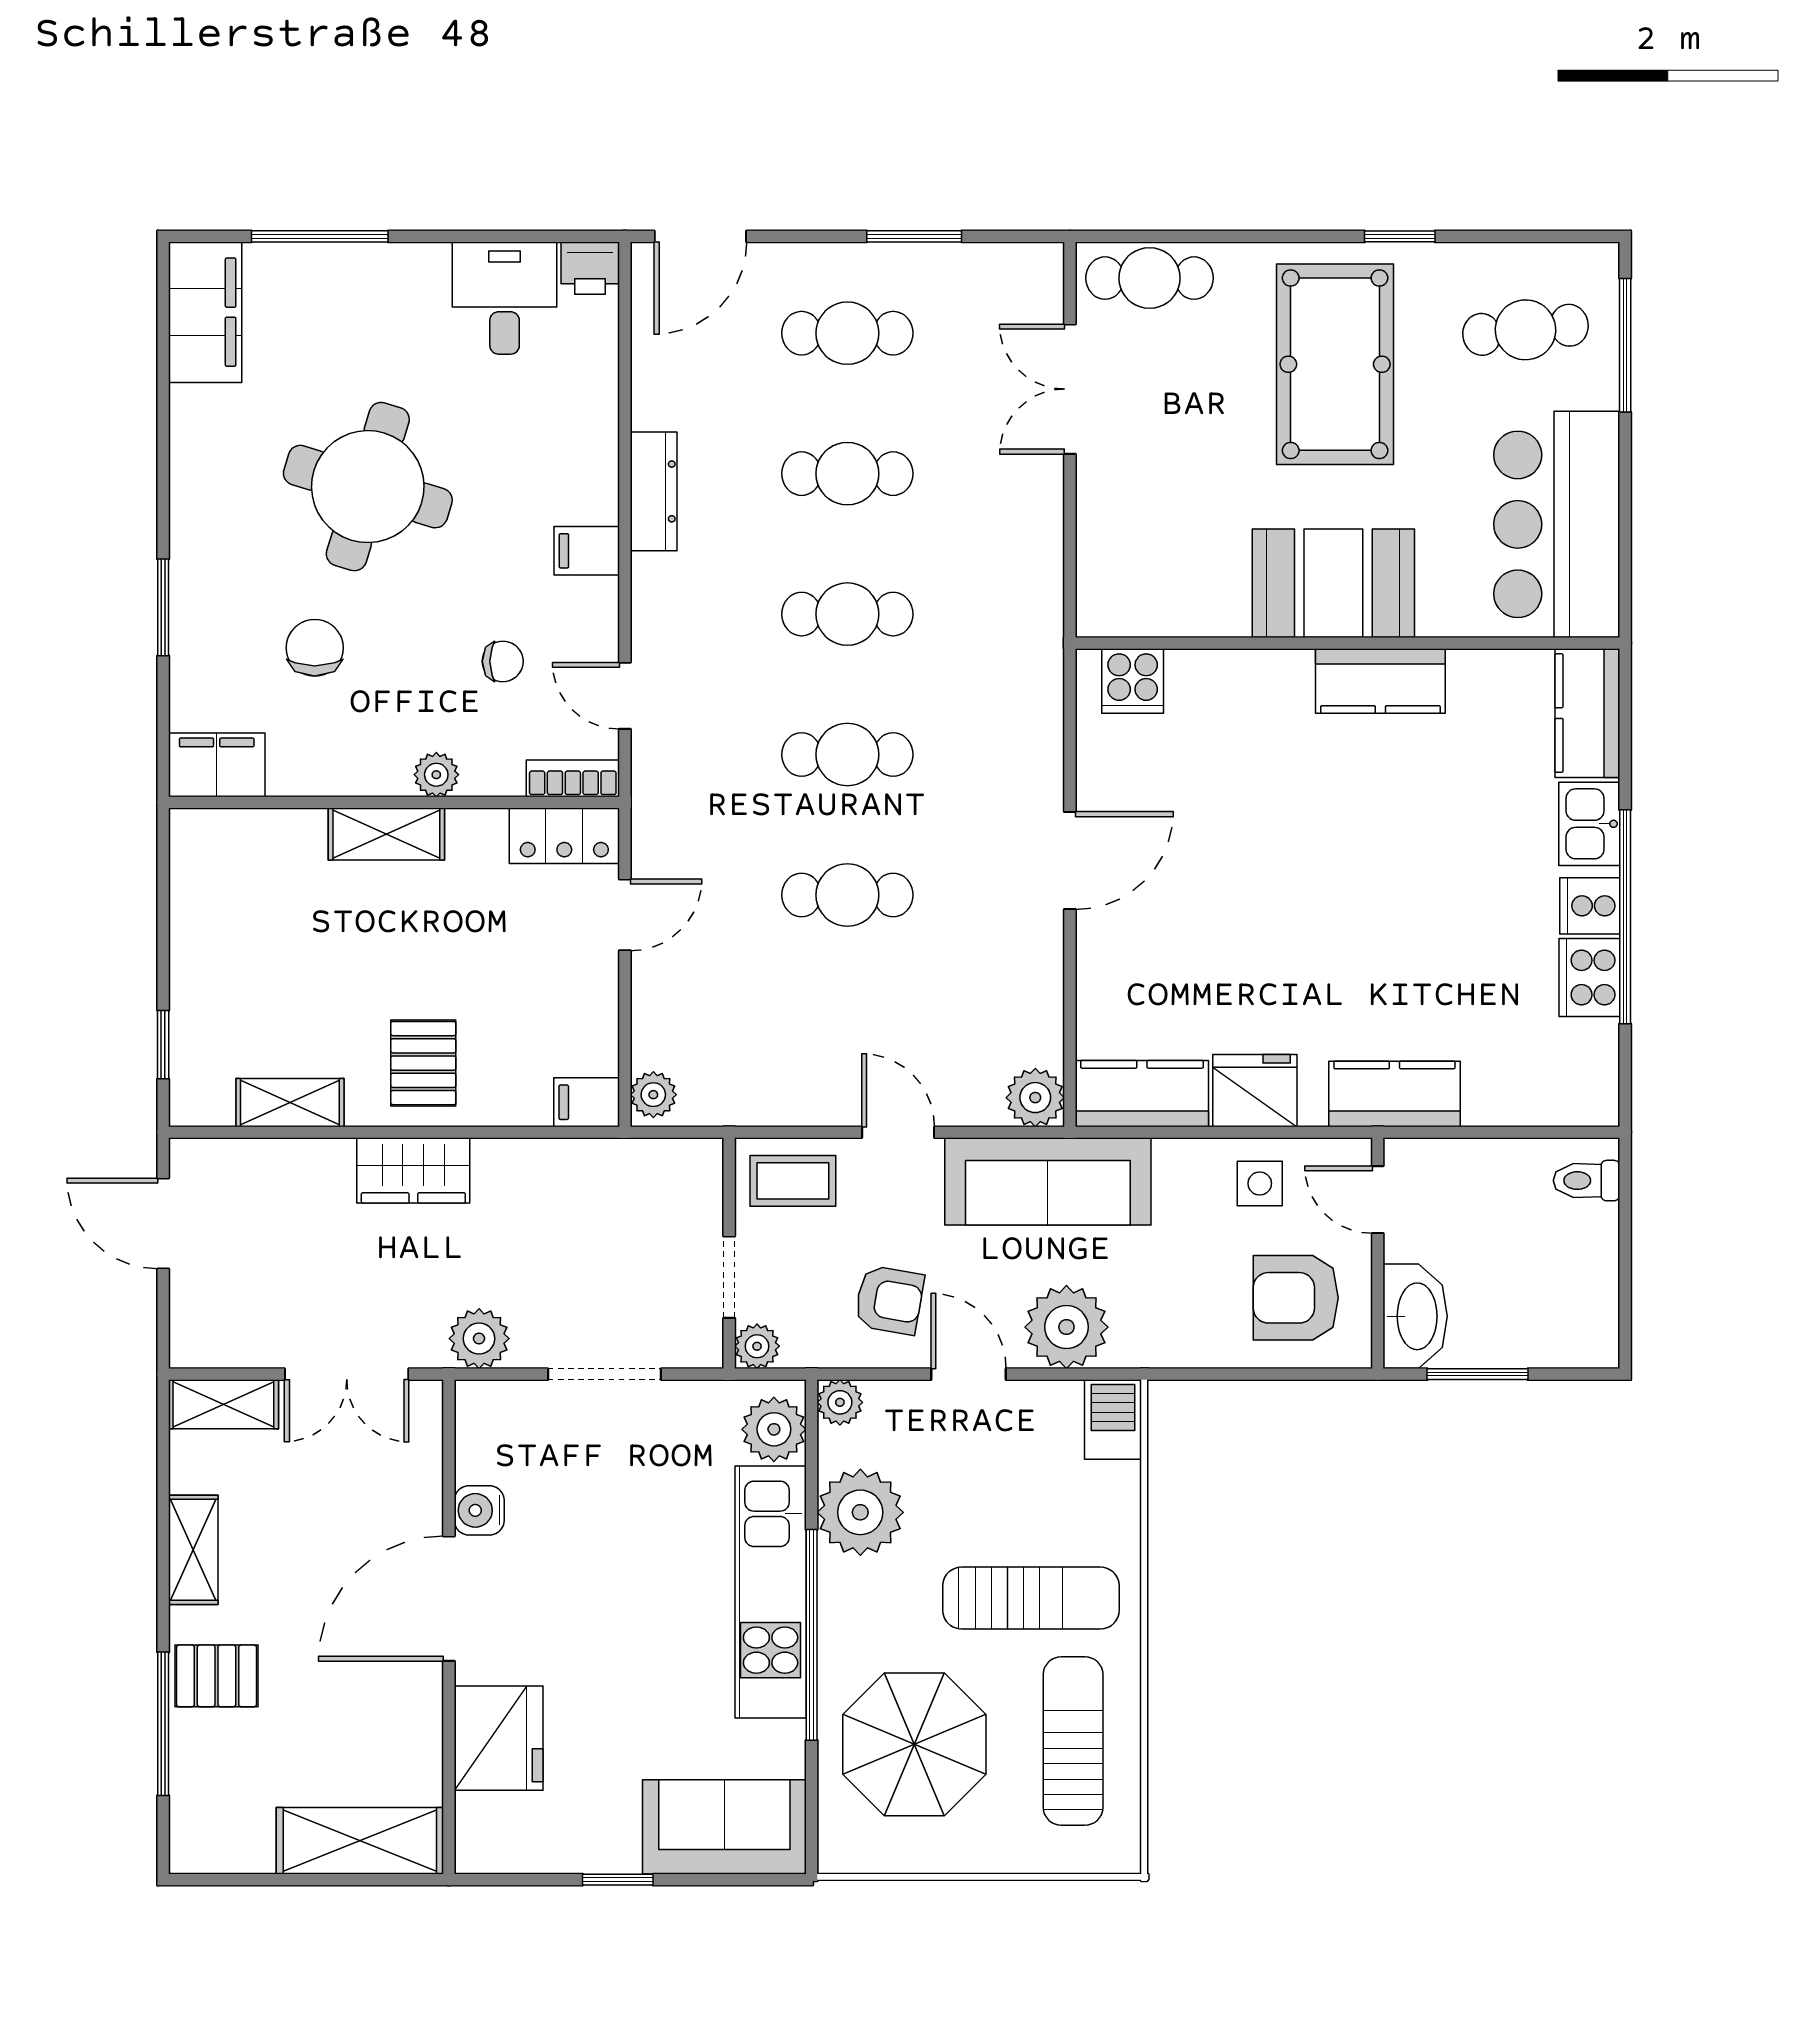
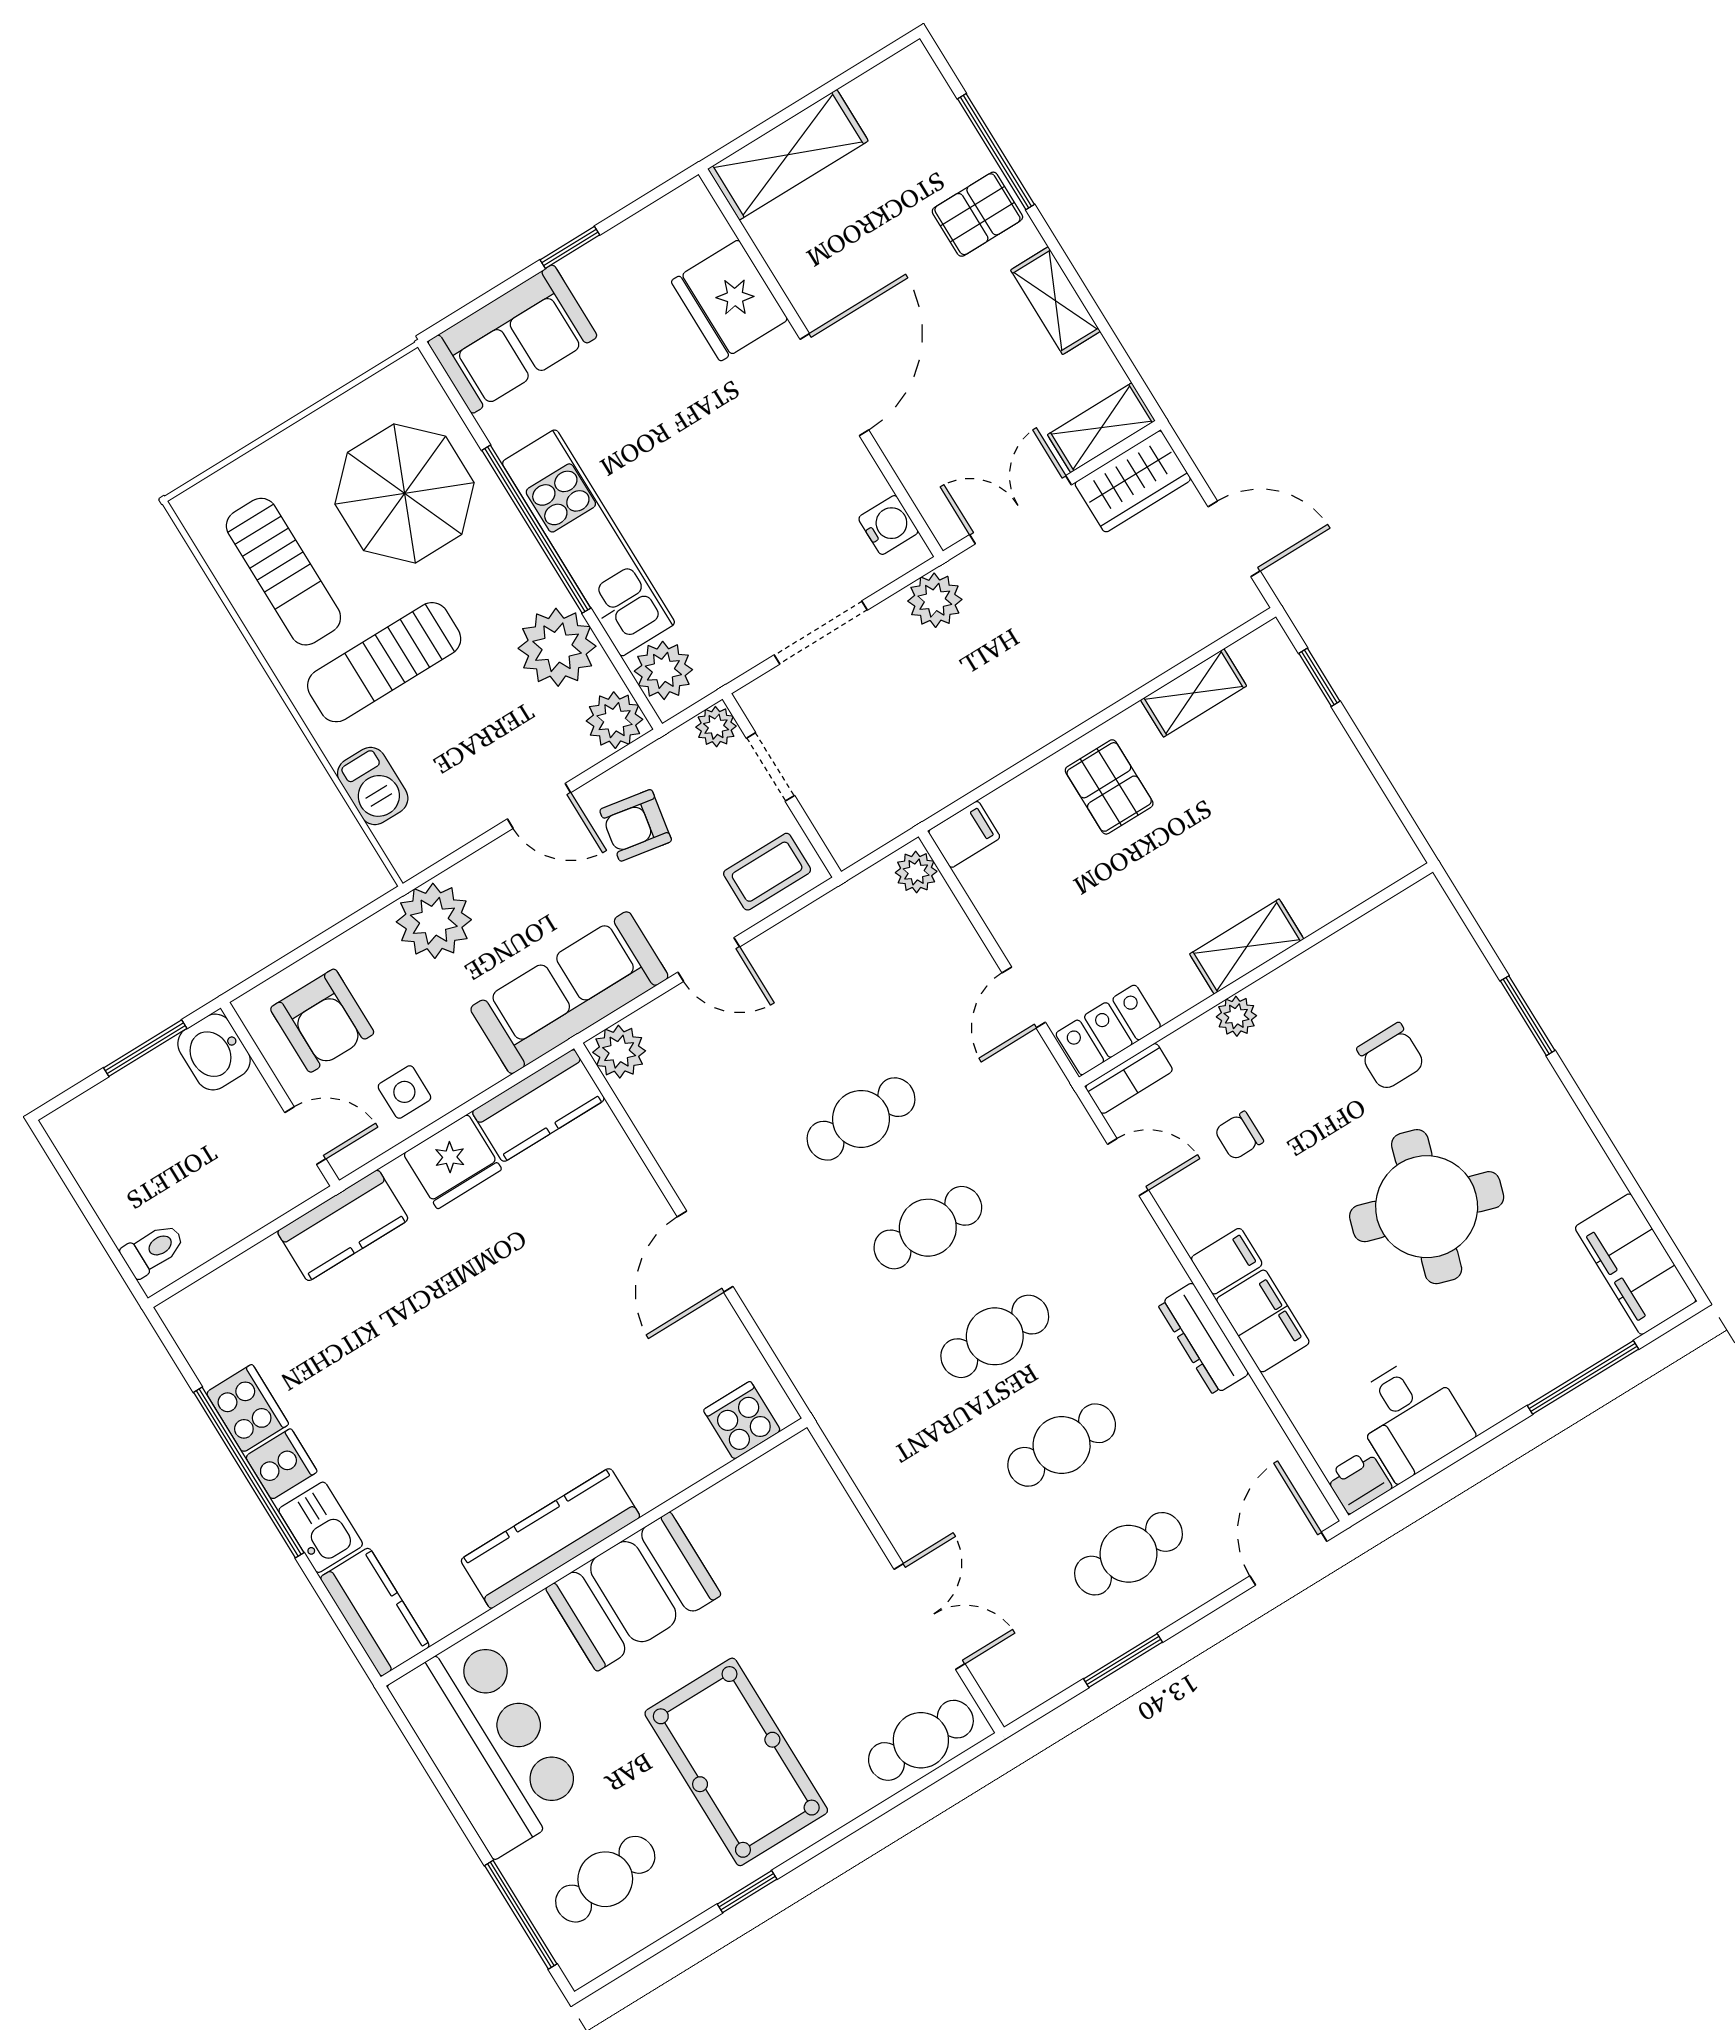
kitchen counter: (1380, 681) -> (550, 1538), width x1.50
filing cabinet: (217, 765) -> (1263, 1321), moved, turned -90
wardrobe: (413, 1170) -> (1133, 481), moved, turned 180
armchair: (1296, 1298) -> (322, 1021), turned 90
washbasin: (1415, 1316) -> (214, 1052), width x0.72
plant: (1066, 1327) -> (434, 921), moved
plant: (840, 1402) -> (615, 720), width x1.38, depth x1.38
barbecue: (1113, 1420) -> (373, 786), moved
water cooler: (479, 1510) -> (888, 525), moved

